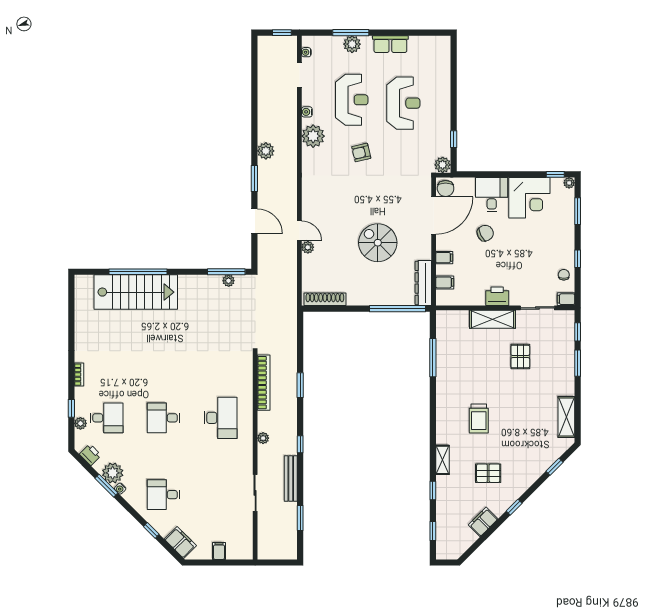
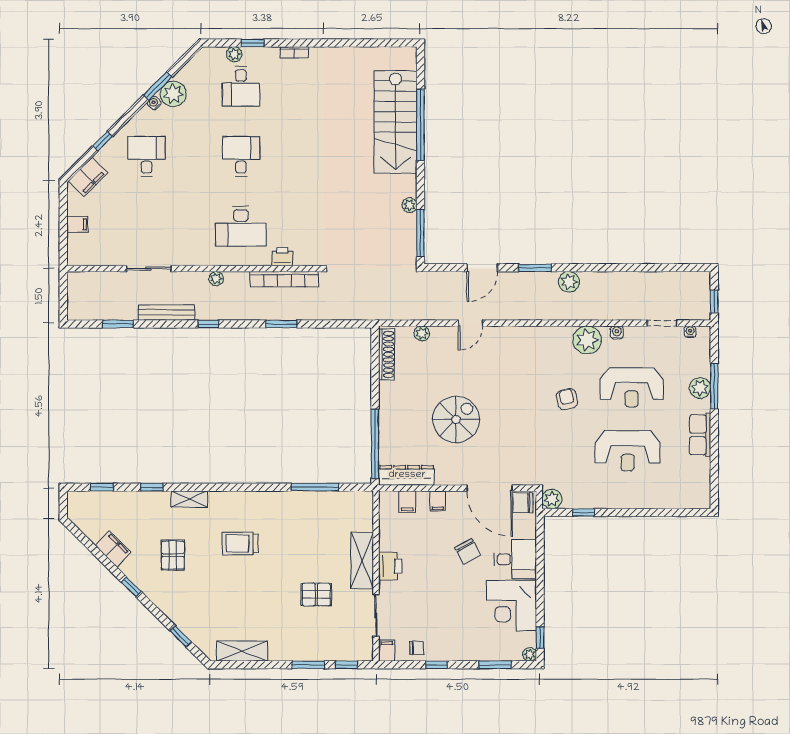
plant: (308, 247) -> (422, 333), moved
plant: (229, 281) -> (409, 205), moved
printer: (90, 455) -> (282, 257), moved, turned -135

